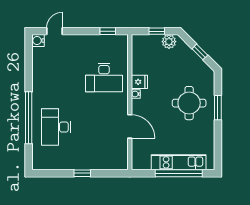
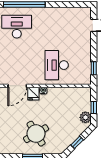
water cooler: (38, 41) -> (86, 12), removed
fridge: (139, 82) -> (33, 94), moved
round table: (189, 103) -> (36, 134), turned -31

